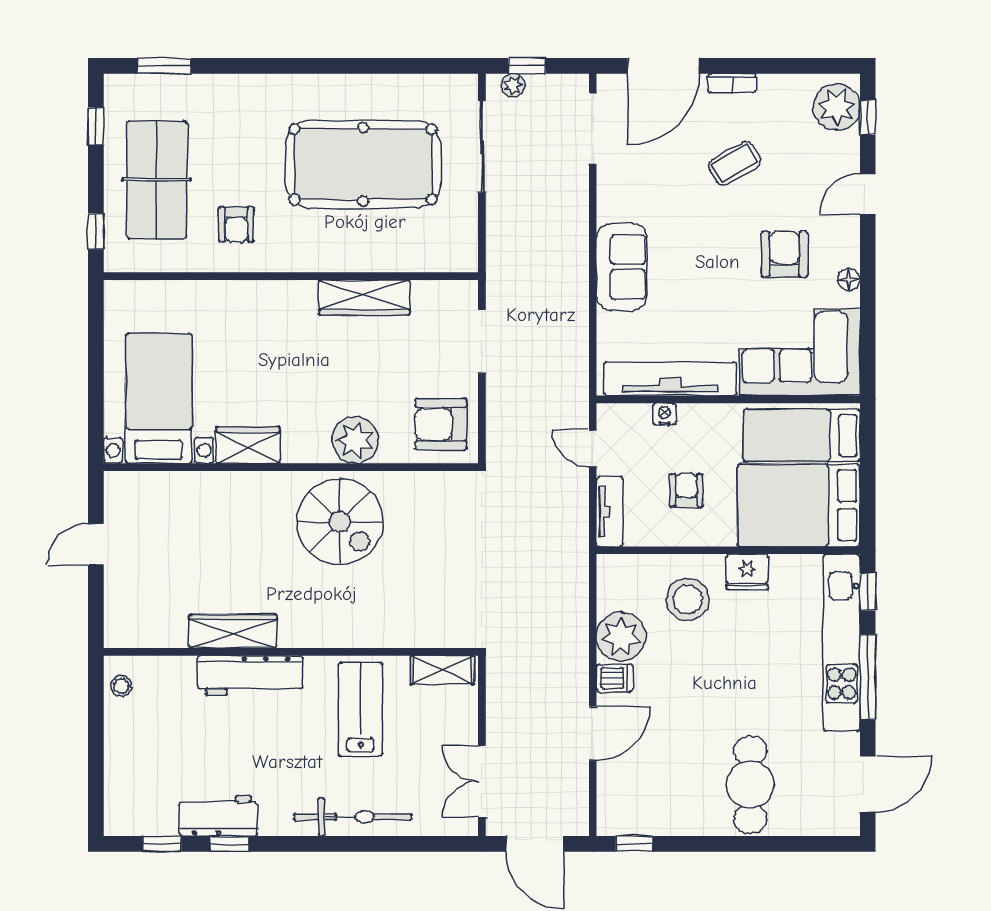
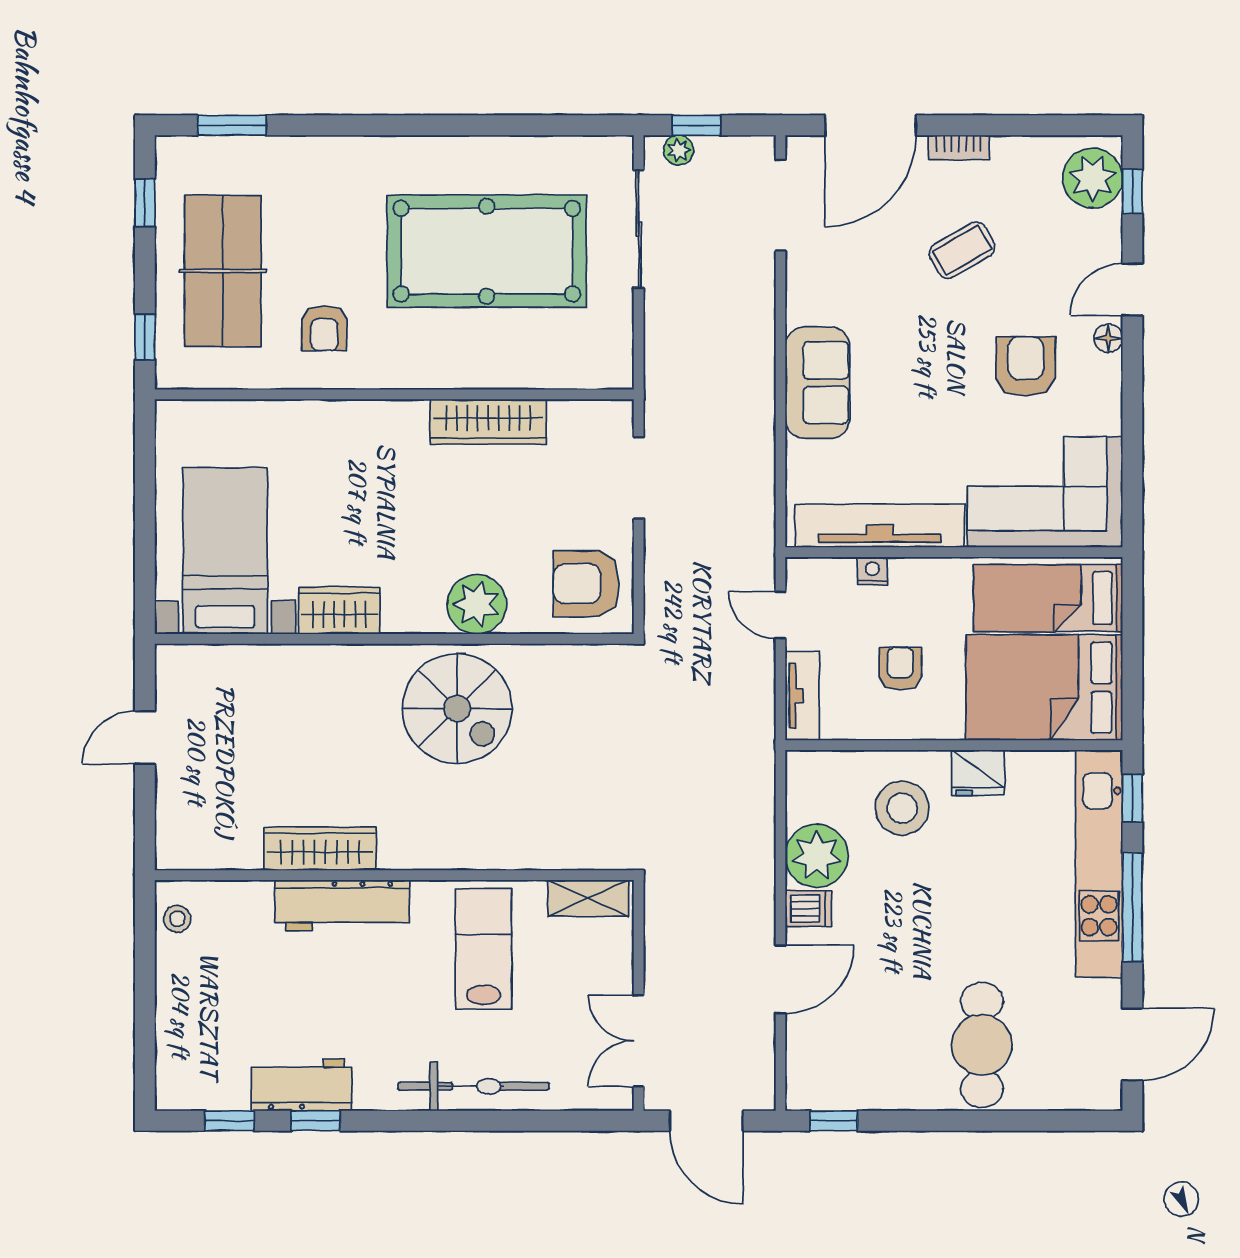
floor lamp: (849, 279) -> (1108, 338), moved

